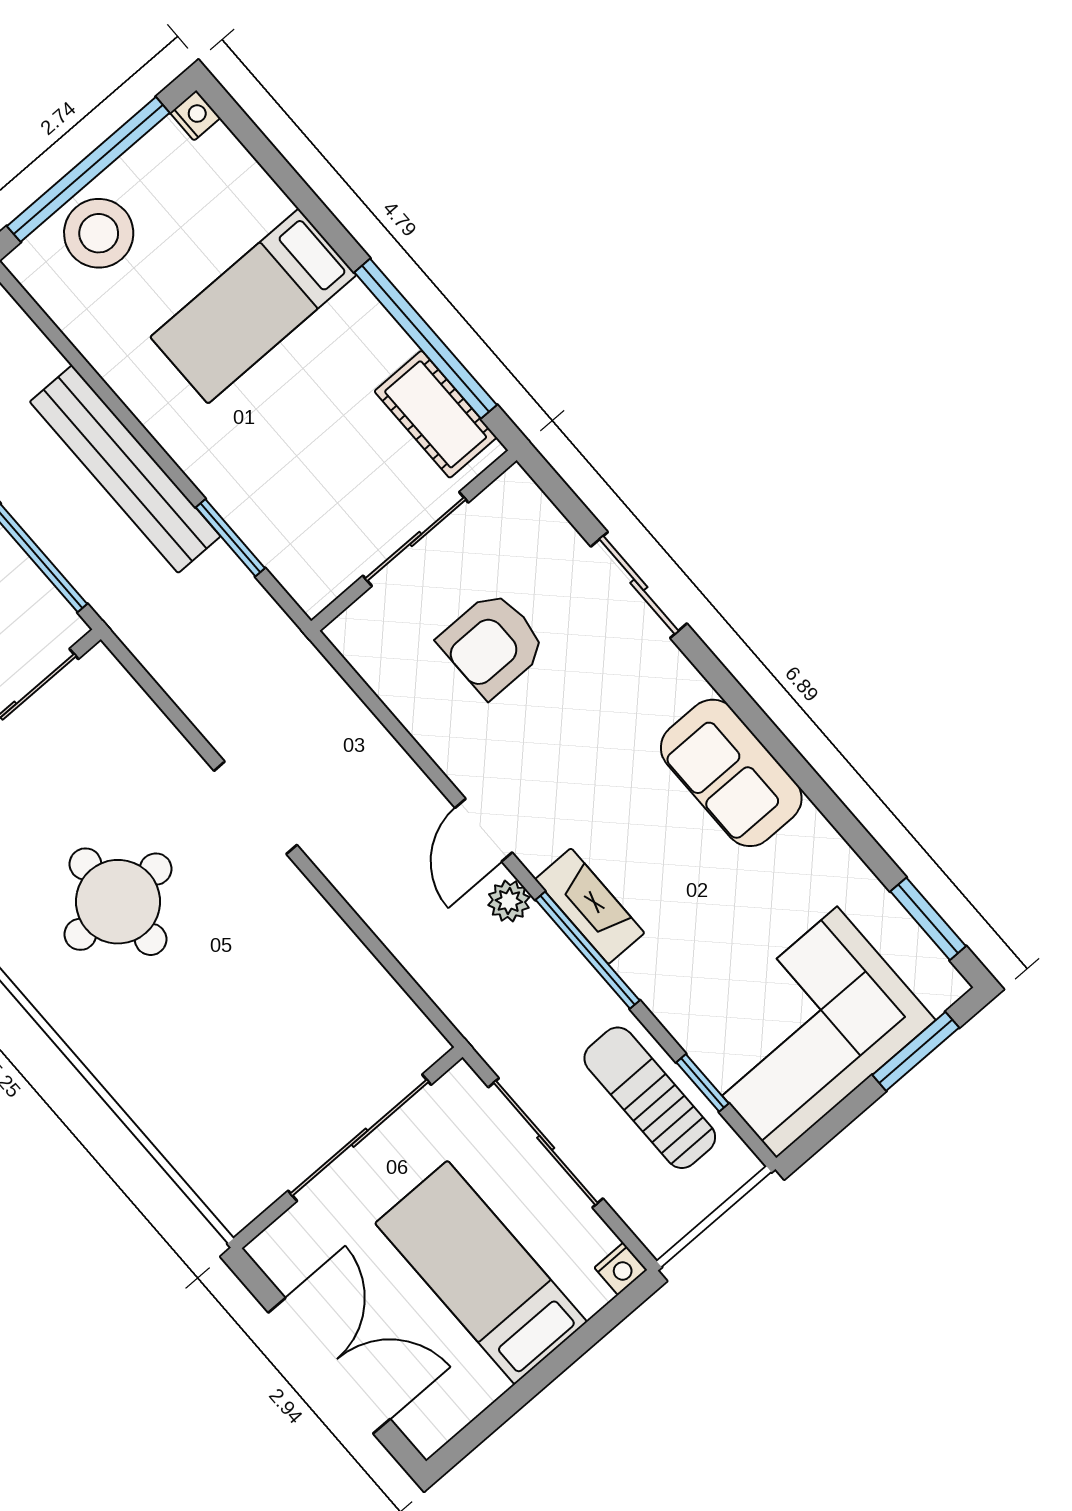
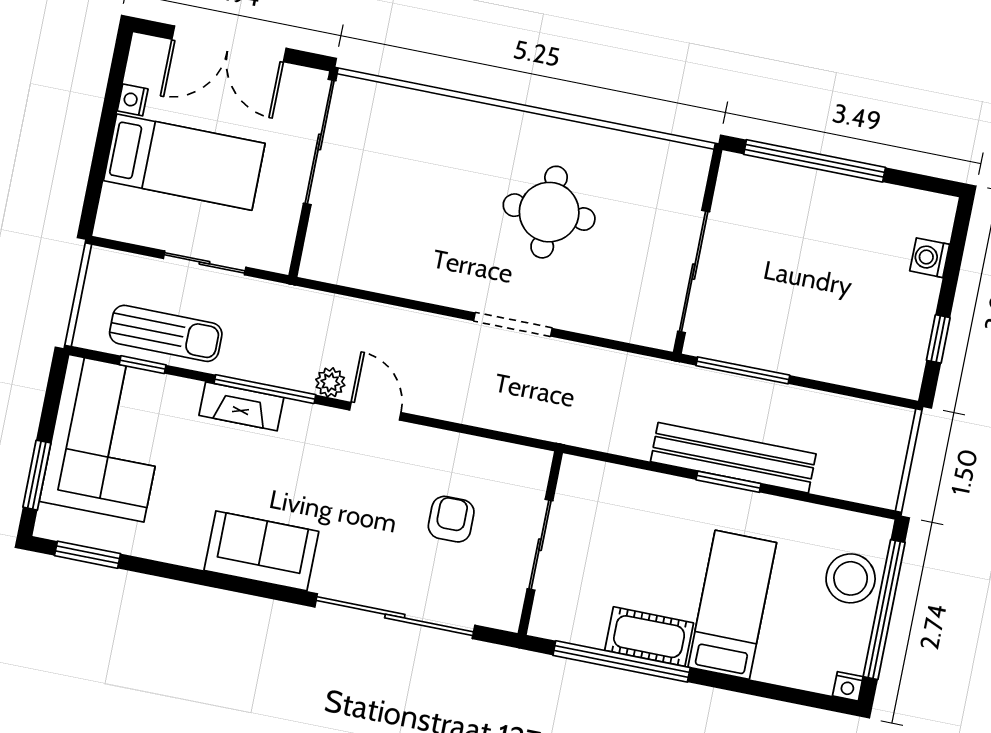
cot: (436, 414) -> (649, 637), moved
window: (230, 538) -> (728, 482), moved
sliding door: (639, 585) -> (395, 616), width x1.86
armchair: (492, 644) -> (451, 519), width x0.72, depth x0.72
fireplace: (590, 906) -> (241, 406), moved
sliding door: (360, 1138) -> (320, 142), moved
sliding door: (546, 1143) -> (205, 263), width x0.73
nightstand: (621, 1269) -> (133, 100), moved

